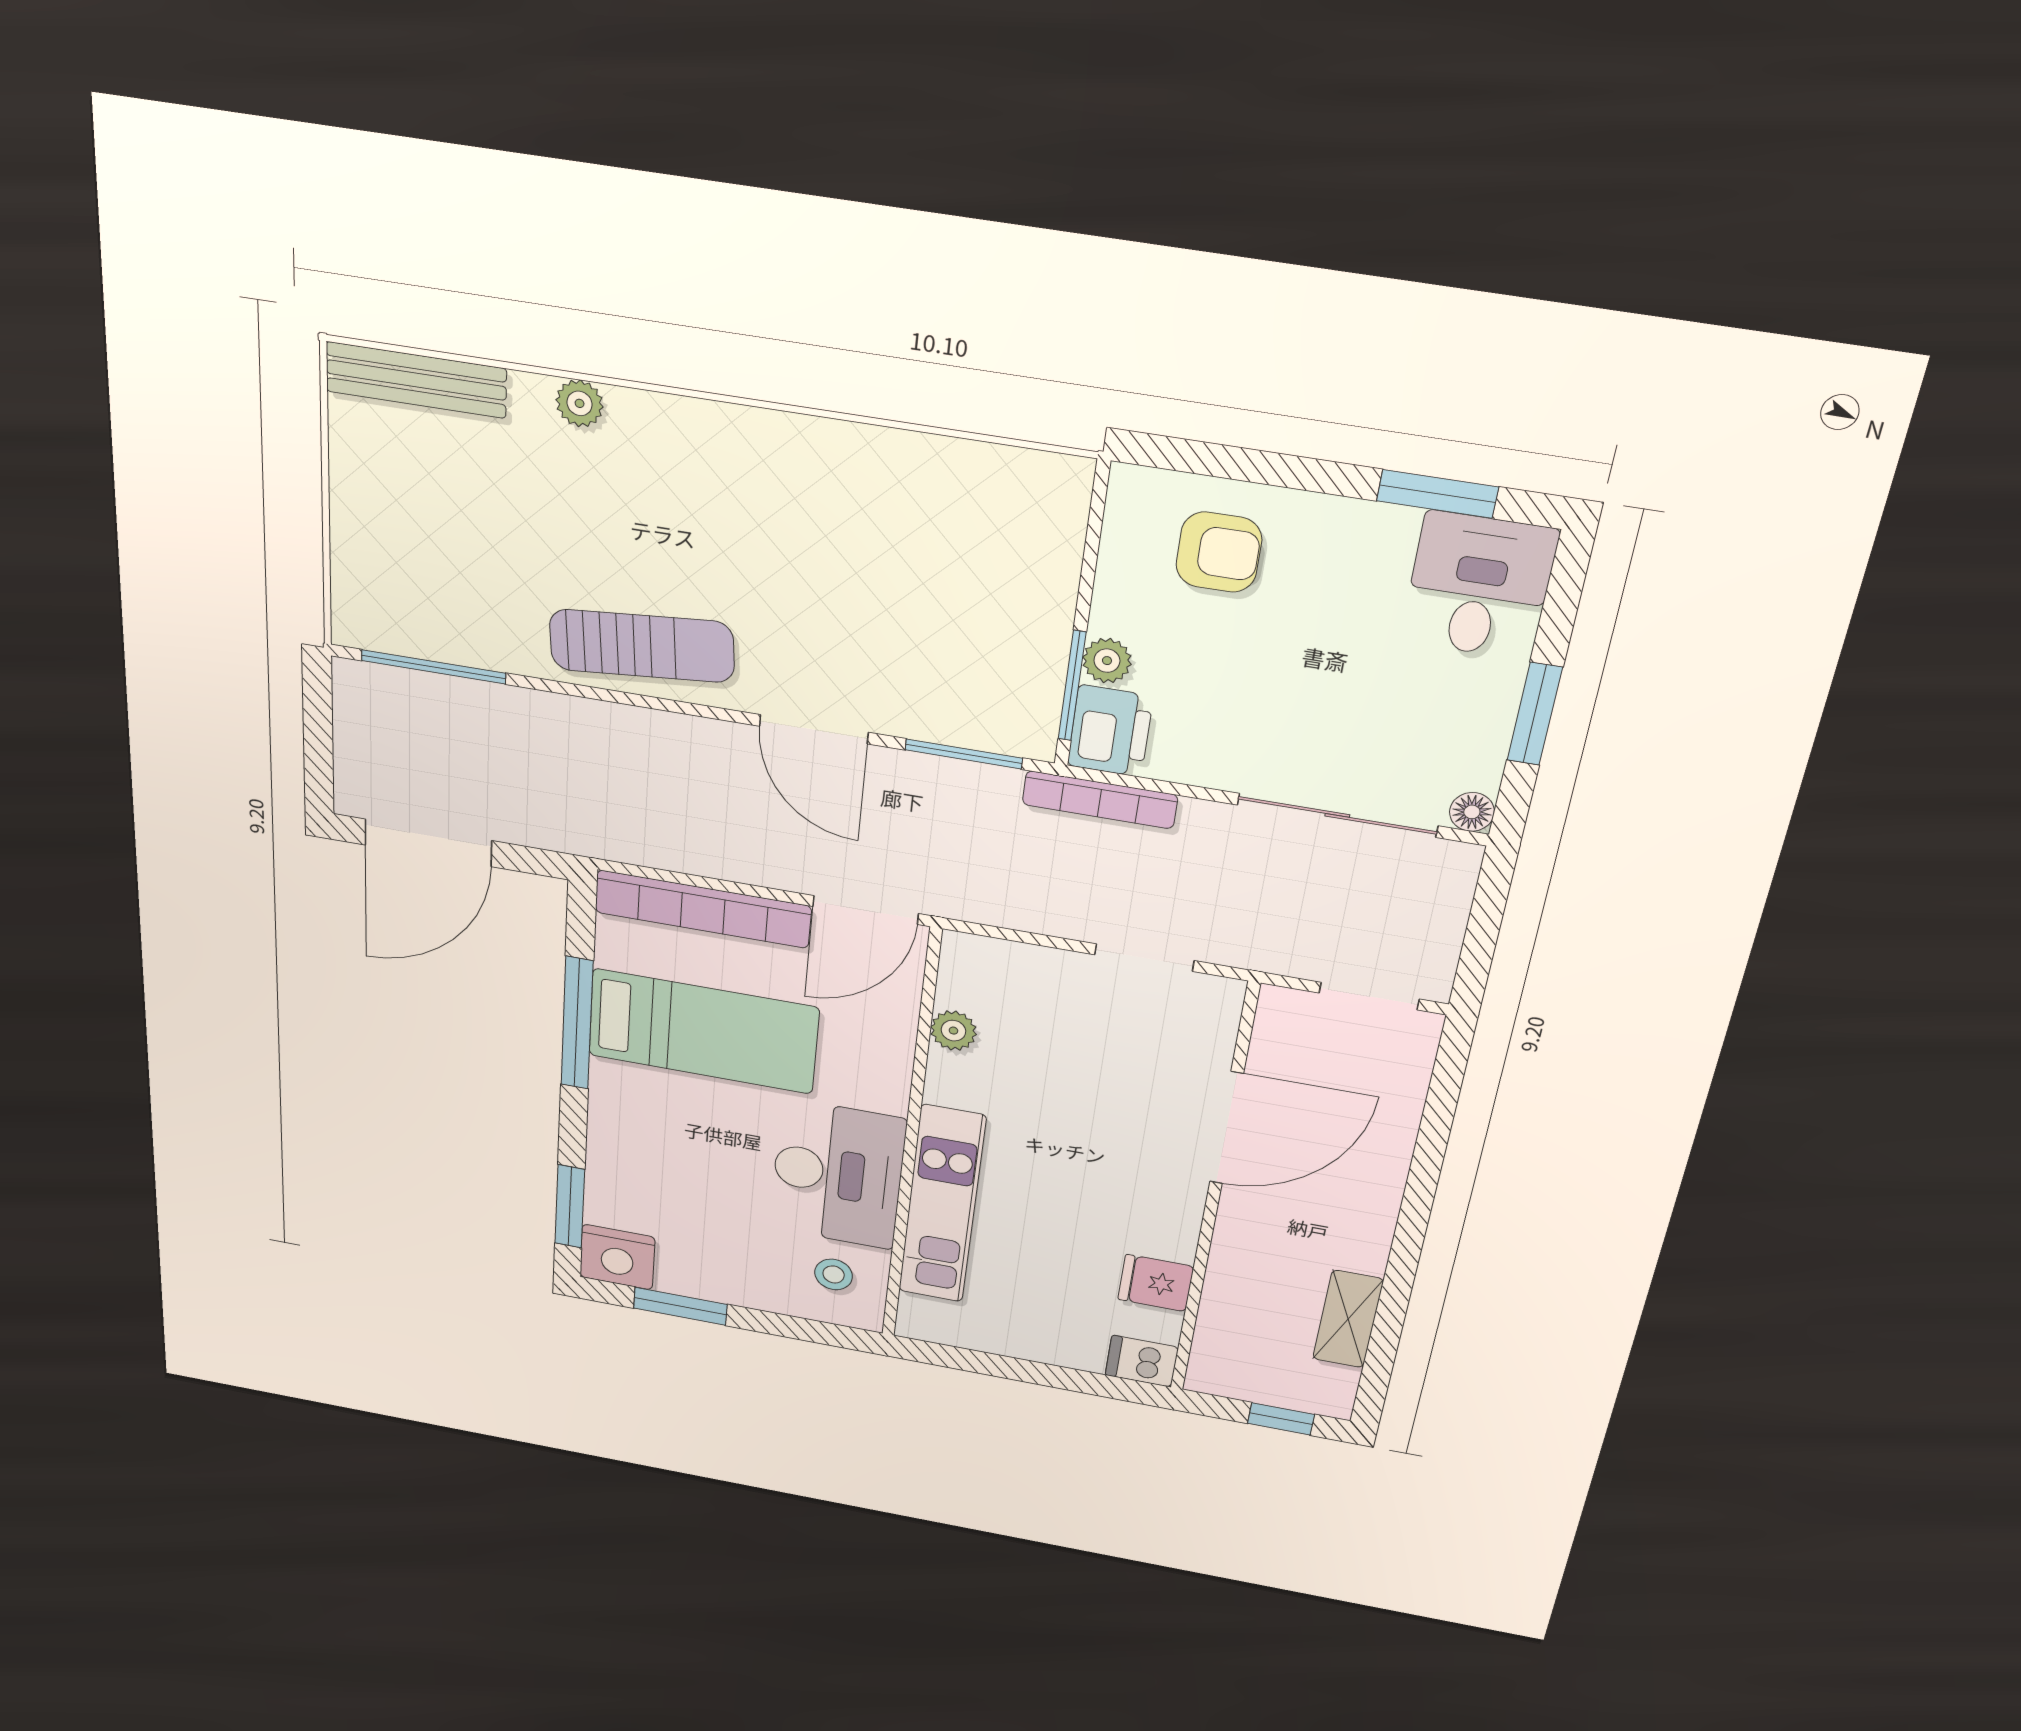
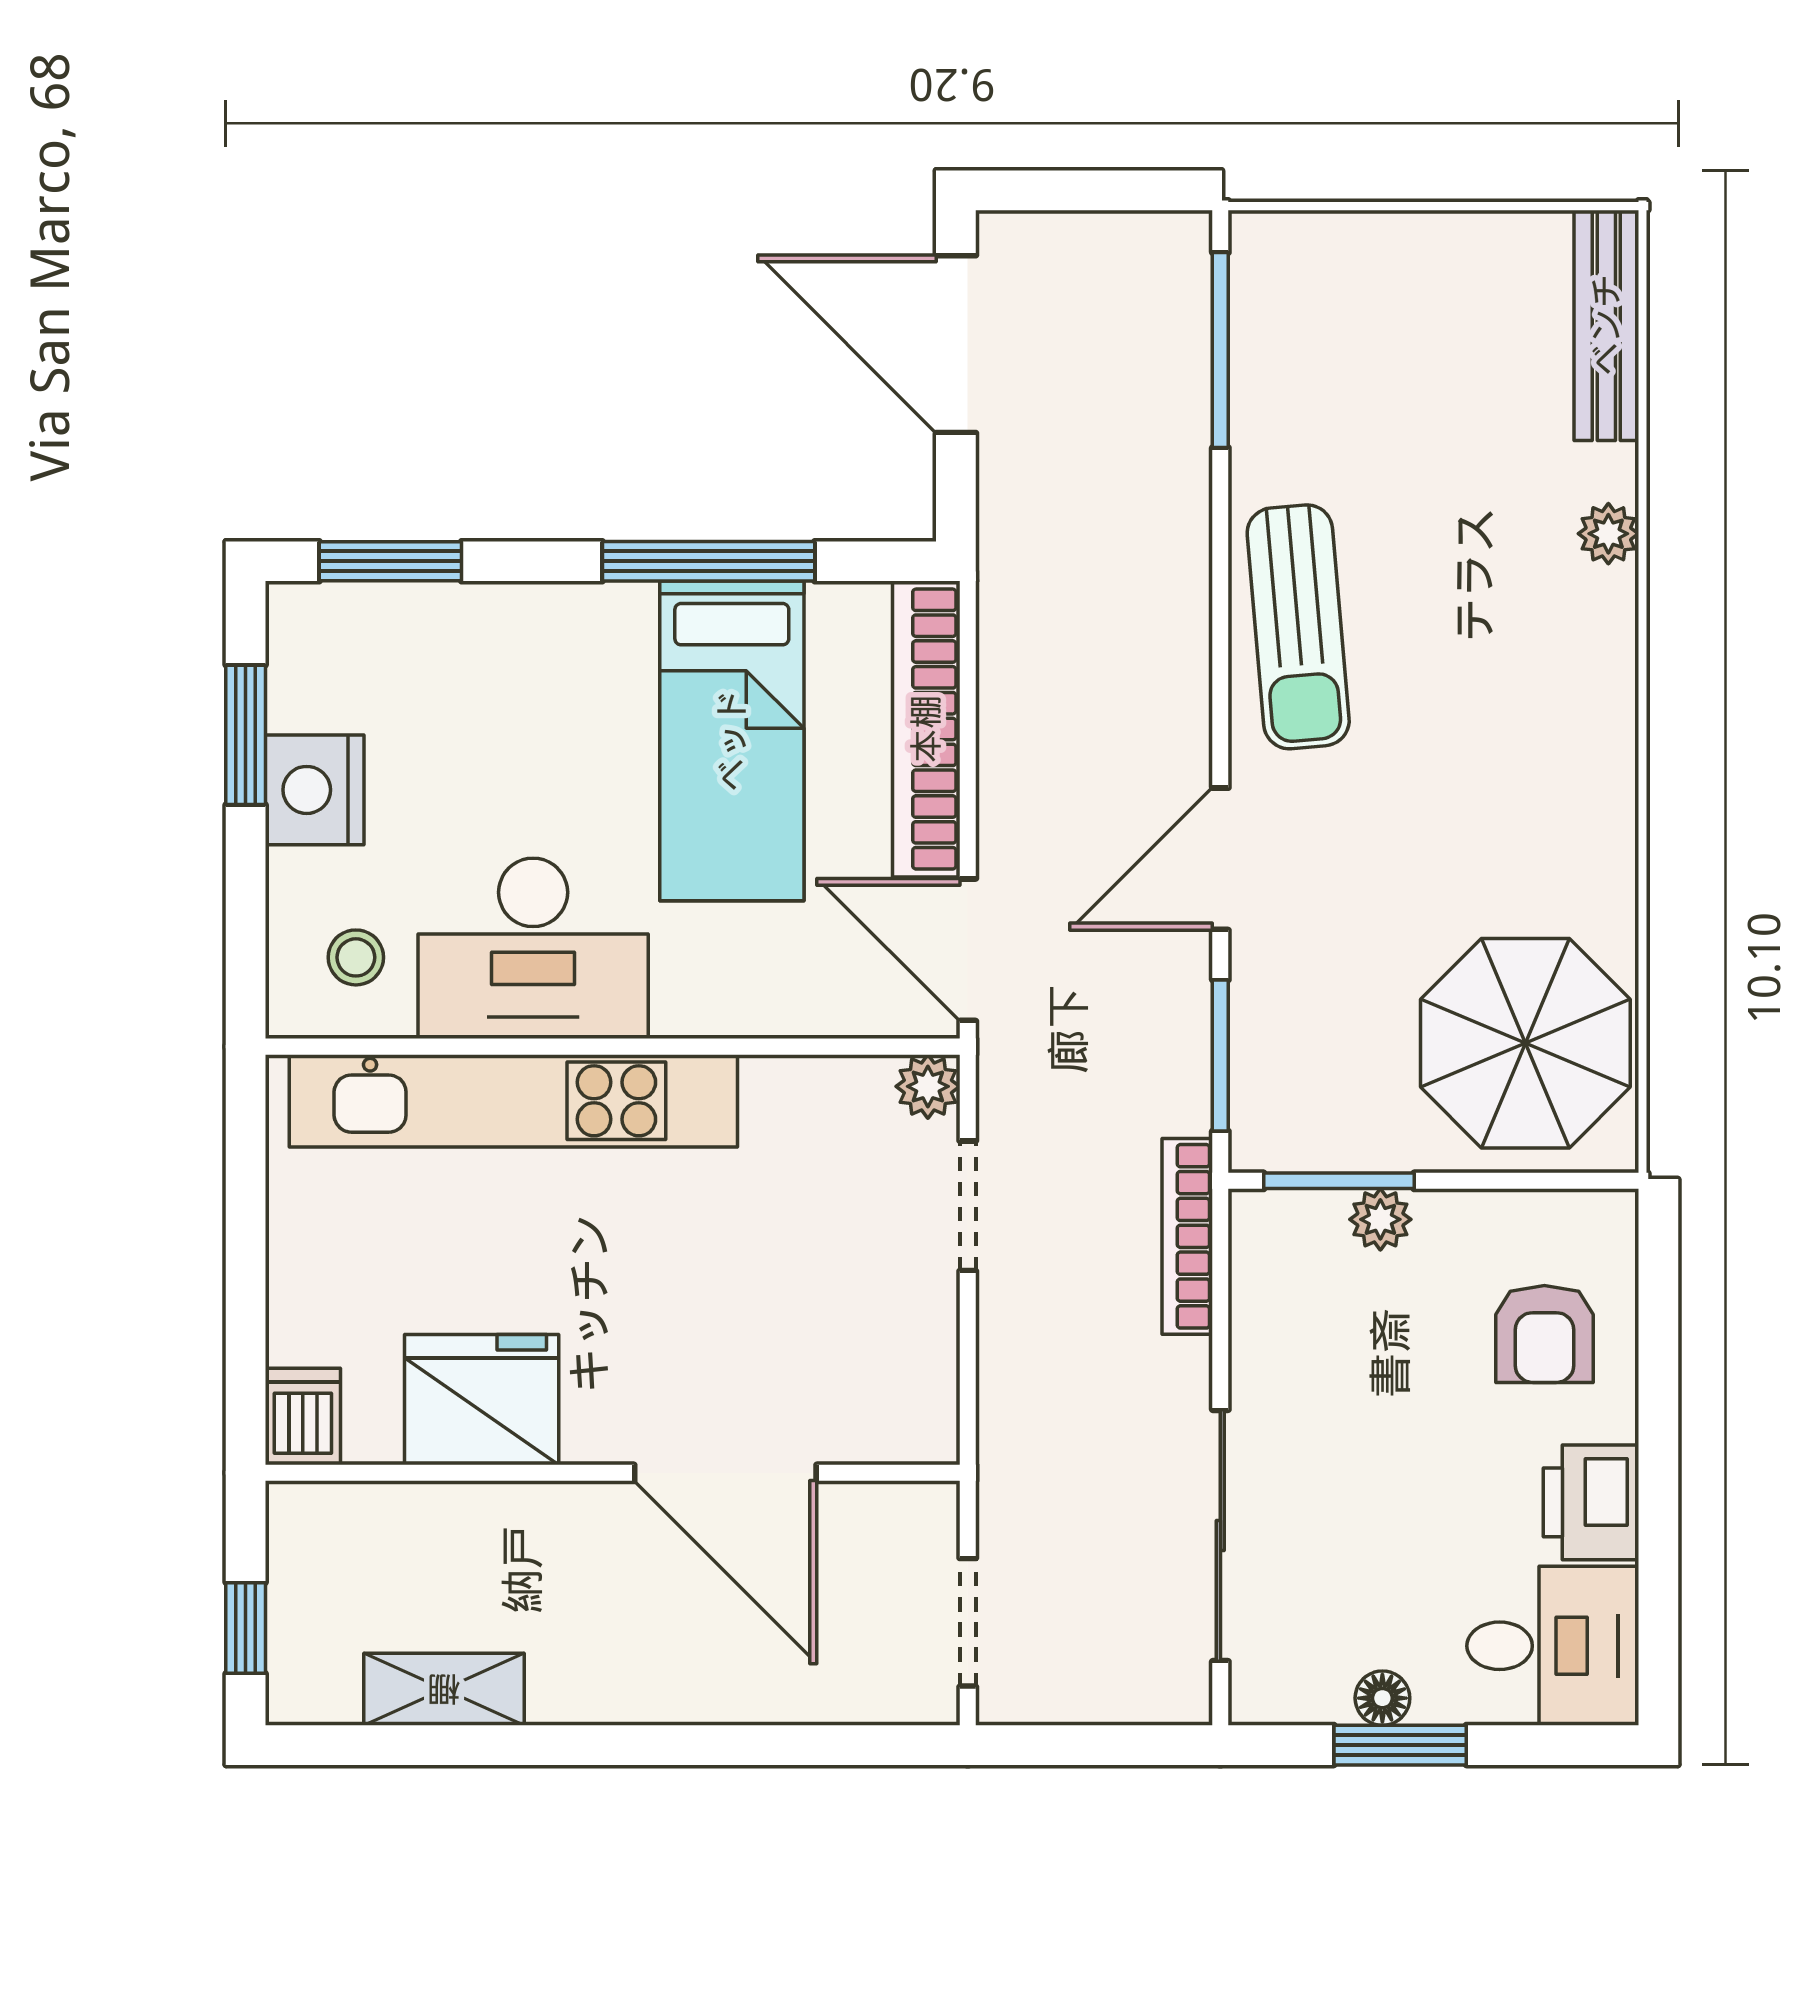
window: (1437, 494) -> (1658, 1576), removed
parasol: (981, 530) -> (1525, 1043), added
printer: (1110, 731) -> (1591, 1502), moved, turned 90
floor lamp: (1472, 812) -> (1382, 1698), moved
doorway: (1144, 958) -> (968, 1206), moved
plant: (953, 1031) -> (928, 1086), moved
kitchen unit: (942, 1205) -> (513, 1101), width x1.36
nightstand: (617, 1257) -> (315, 790), moved
fridge: (1156, 1283) -> (482, 1400), width x1.88, depth x1.34

